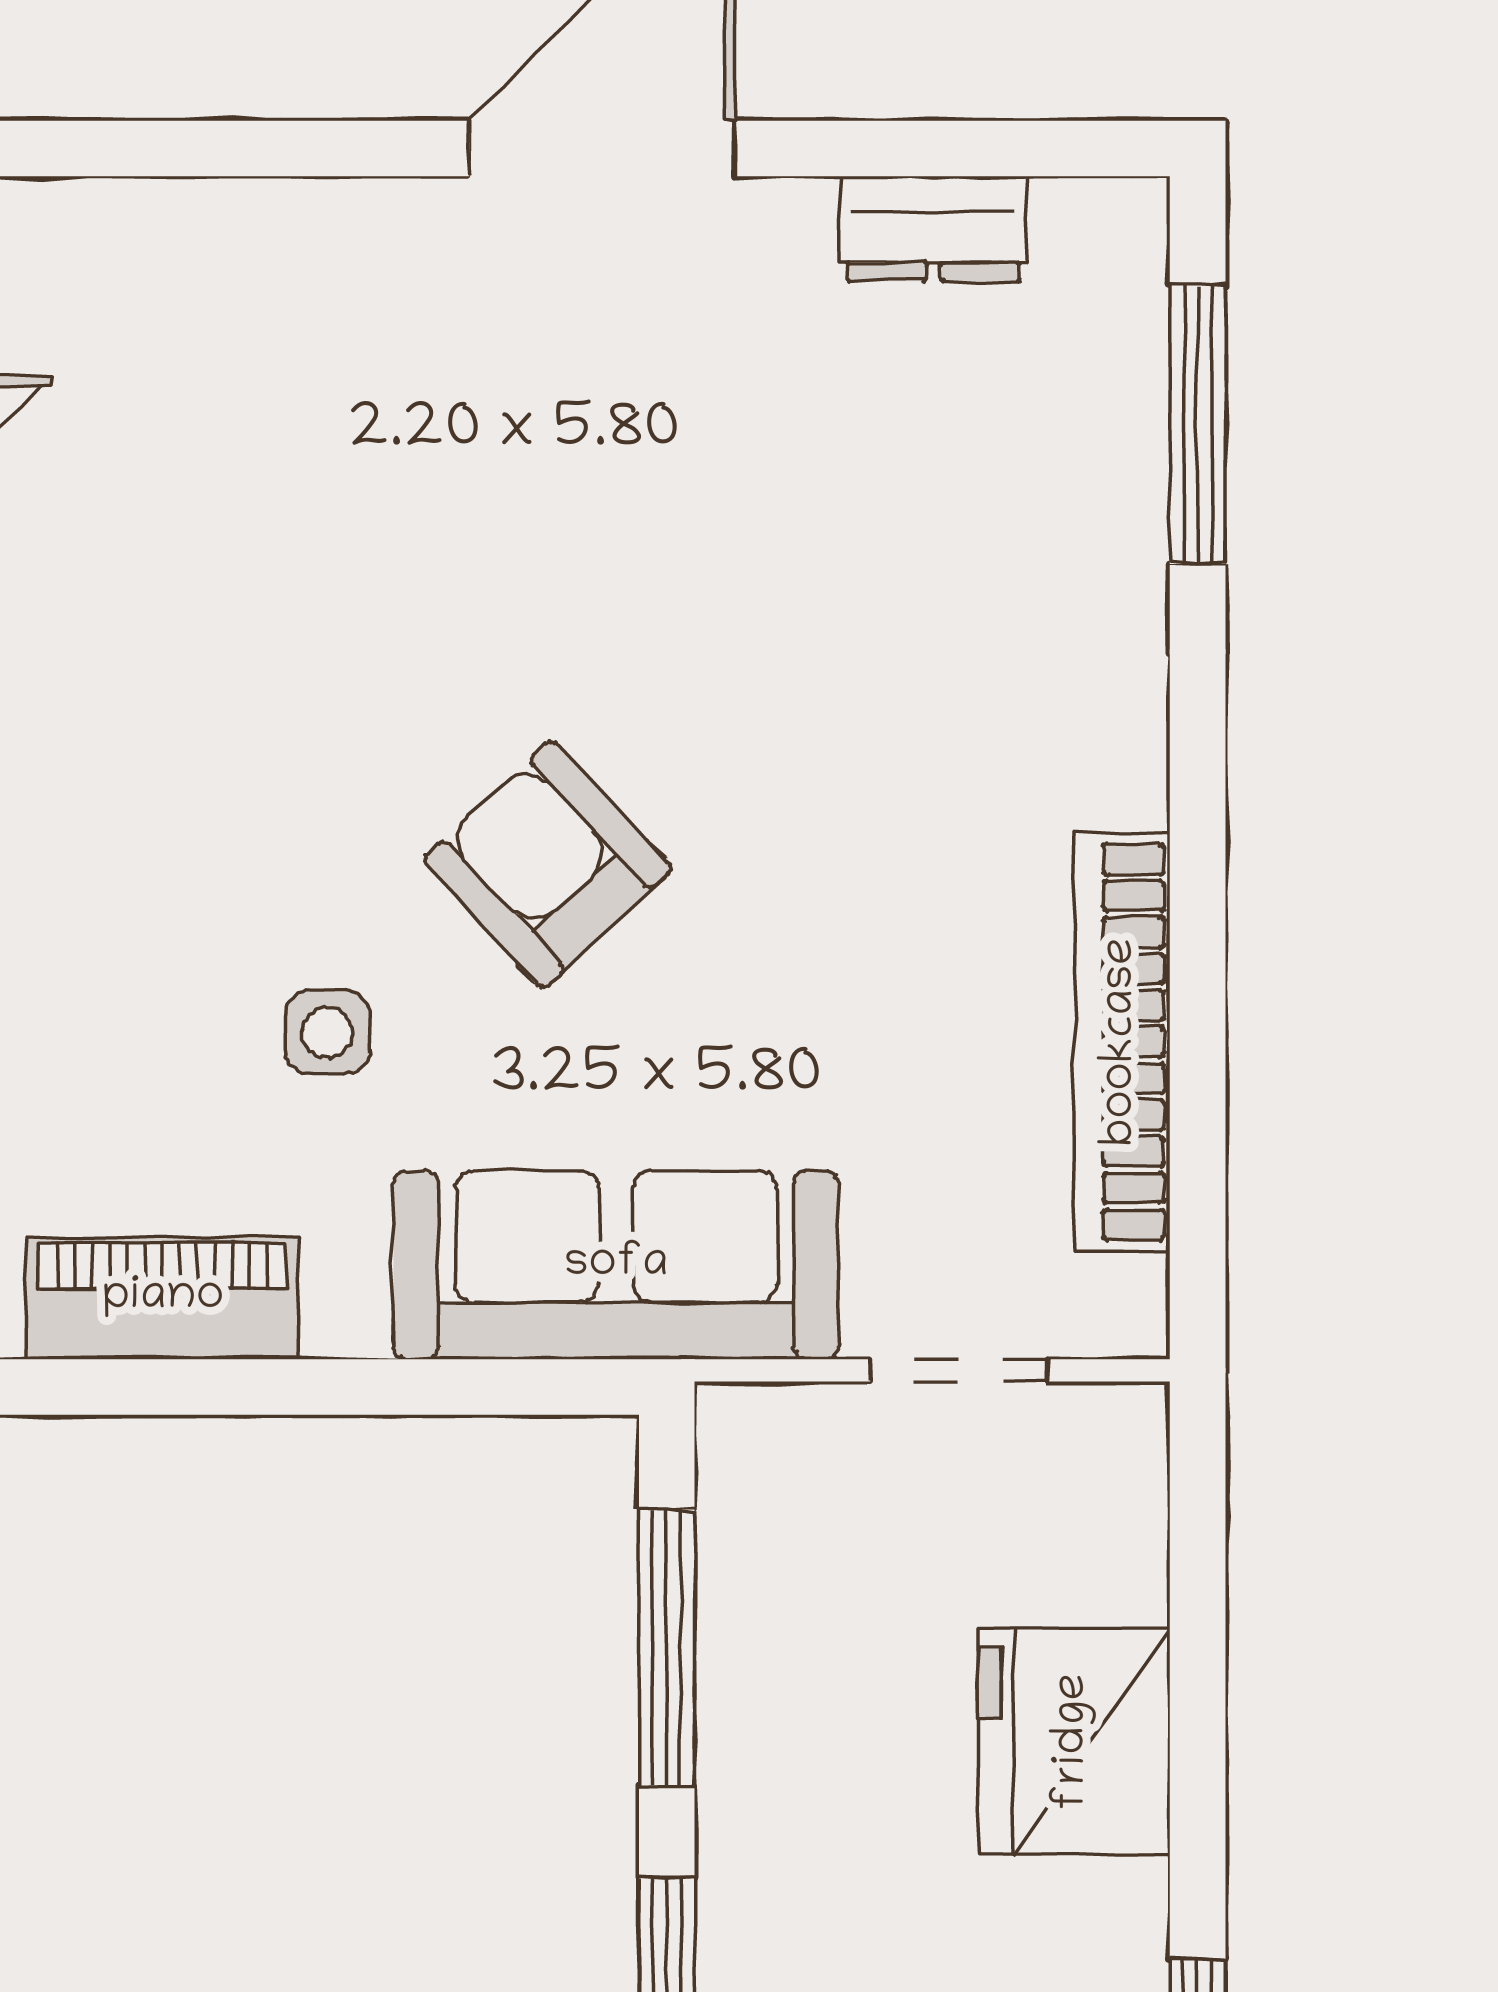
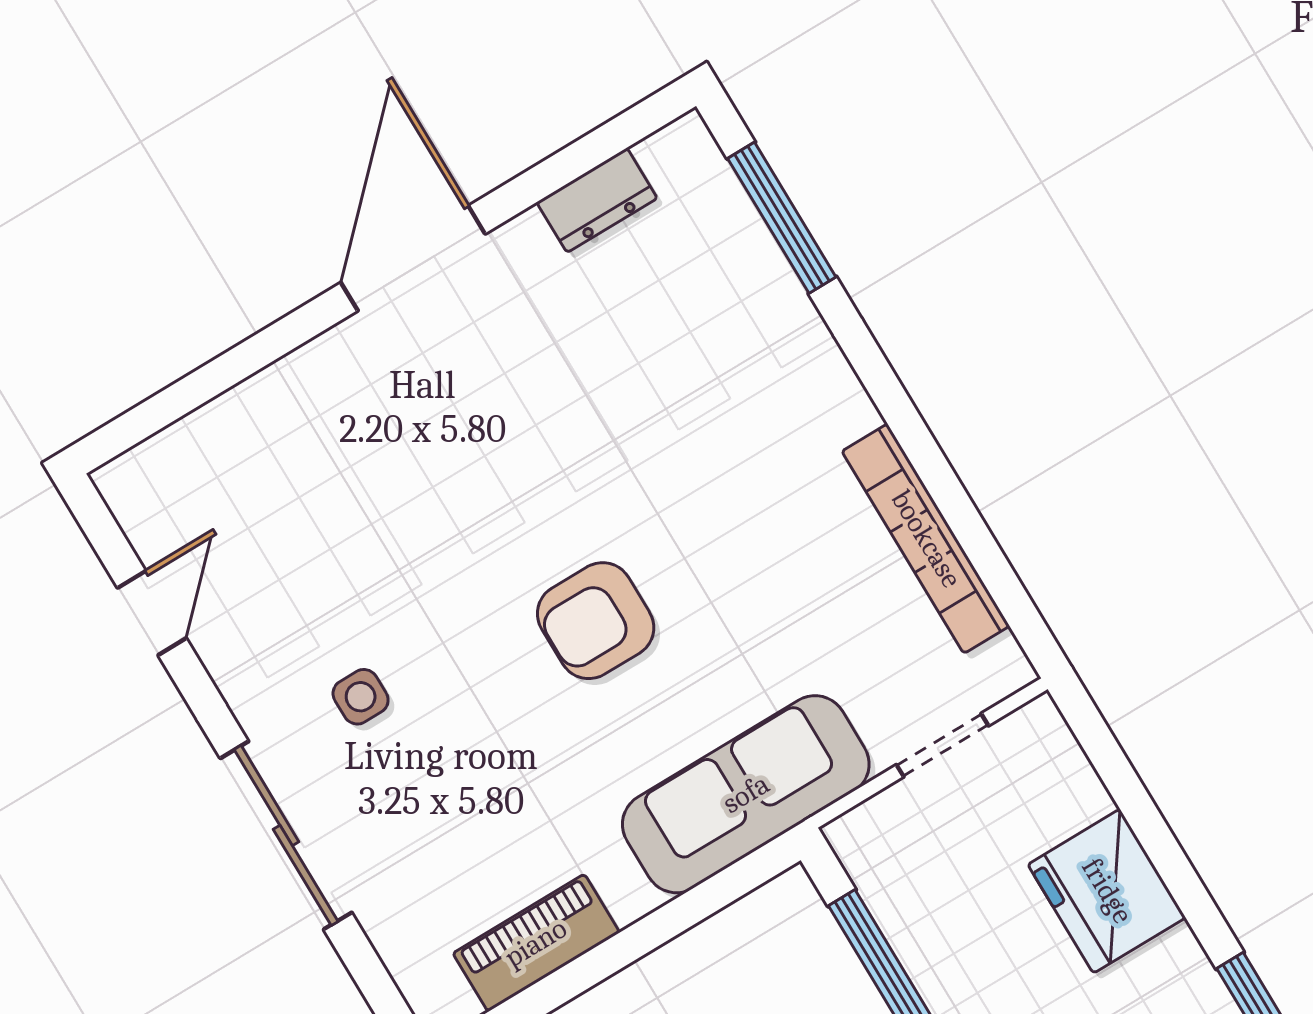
armchair: (547, 865) -> (596, 621), turned -47
side table: (328, 1032) -> (361, 697), moved

